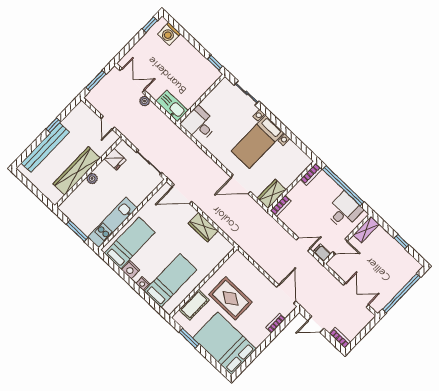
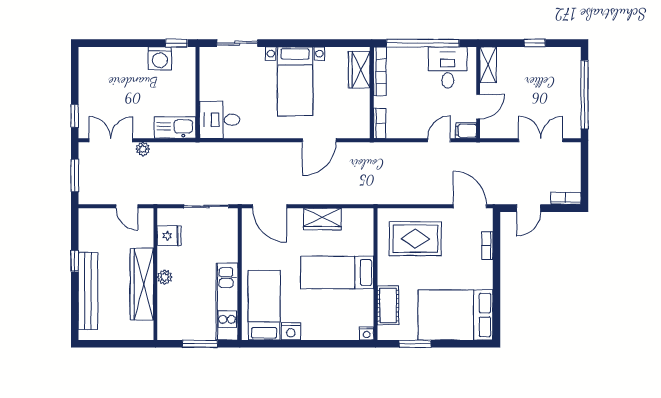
window: (150, 25) -> (75, 116), moved
washing machine: (169, 34) -> (160, 58), moved
bookcase: (311, 174) -> (380, 71), width x1.56
door: (182, 194) -> (270, 206), hinge flipped
wardrobe: (272, 194) -> (359, 70), moved
bed: (170, 280) -> (337, 272), moved, turned -90
nightstand: (143, 283) -> (367, 333), moved
rug: (231, 298) -> (415, 239), moved

